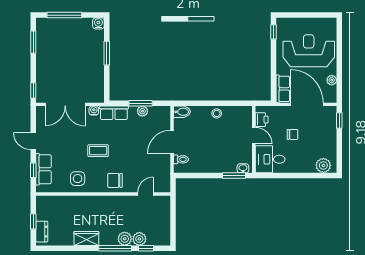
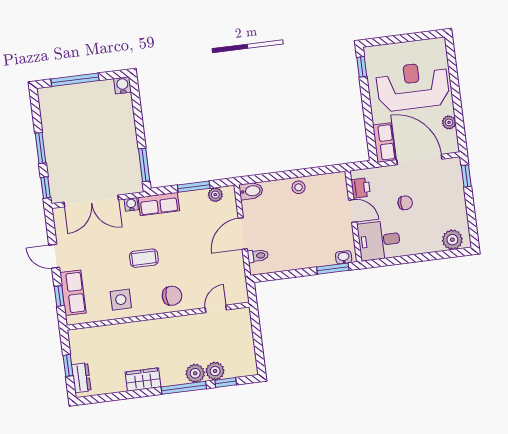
window: (33, 42) -> (41, 148), moved
window: (107, 53) -> (144, 165), moved
plant: (142, 111) -> (215, 195), moved
chair: (115, 180) -> (172, 296), turned 180

